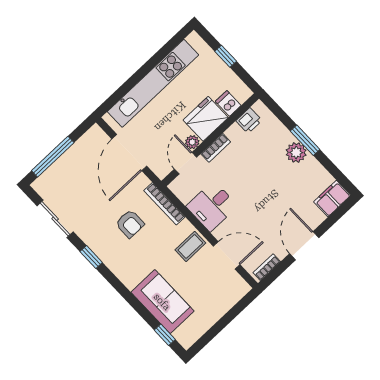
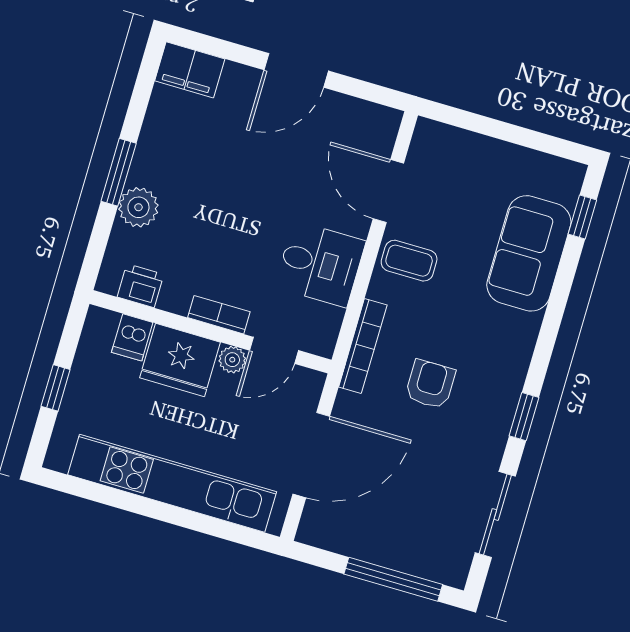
plant: (296, 152) -> (138, 207), moved
bookcase: (267, 267) -> (369, 112), removed

